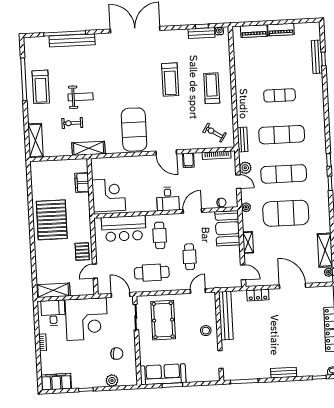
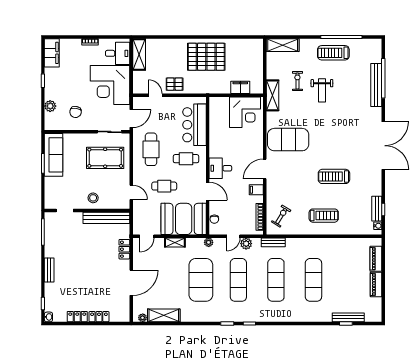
exercise mat: (280, 95) -> (313, 280), width x1.36, depth x1.45
corner desk: (109, 195) -> (245, 112), moved
booth: (227, 228) -> (184, 219), width x1.36, depth x1.42

